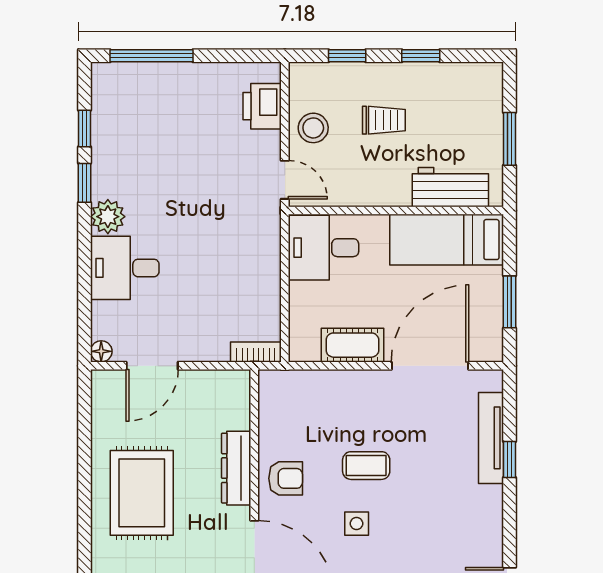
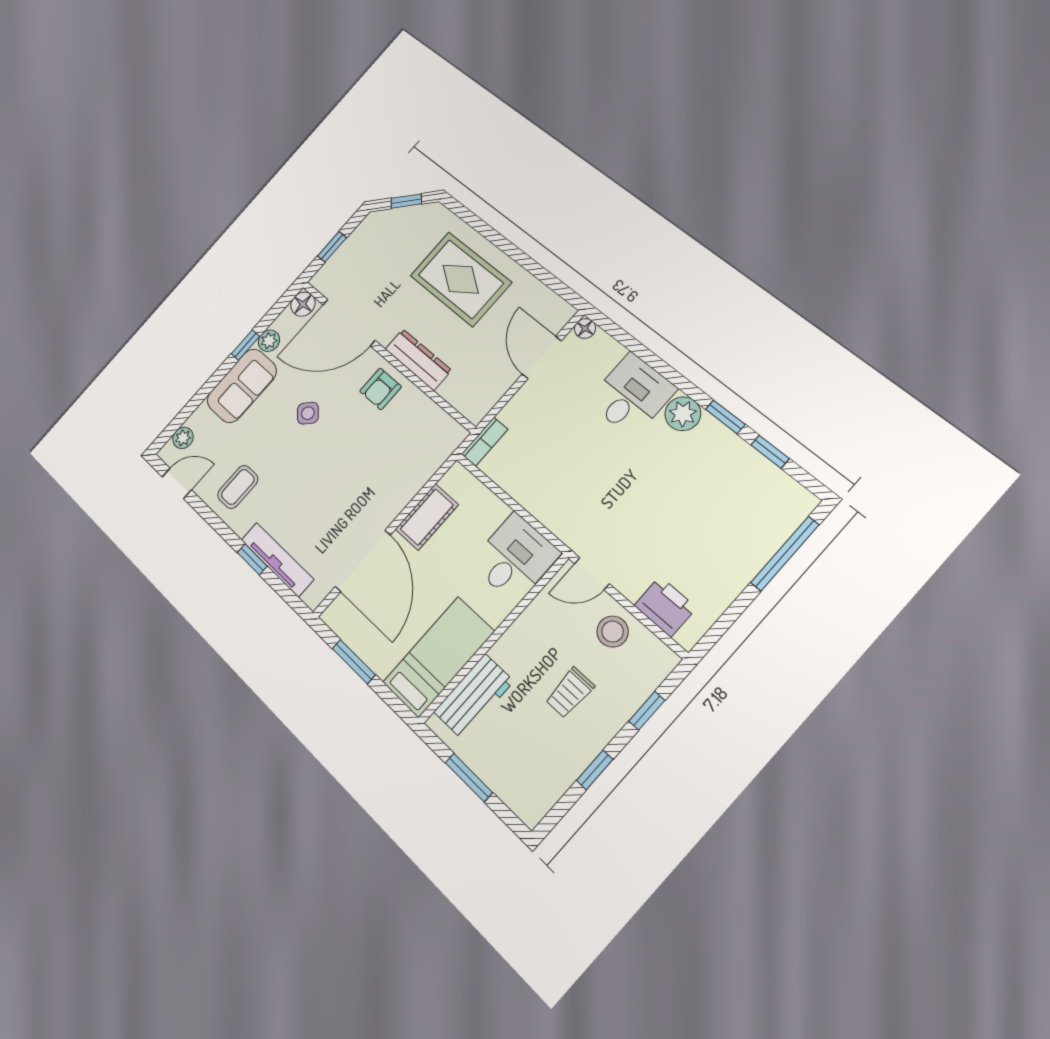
coffee table: (366, 466) -> (238, 487), moved
side table: (357, 524) -> (308, 413), turned 45

